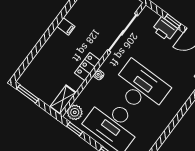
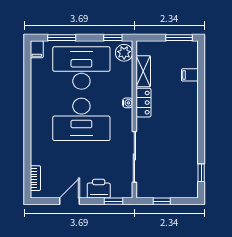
window: (173, 21) -> (114, 201), moved
filing cabinet: (66, 26) -> (190, 75), moved
shelving: (63, 100) -> (143, 71), moved

